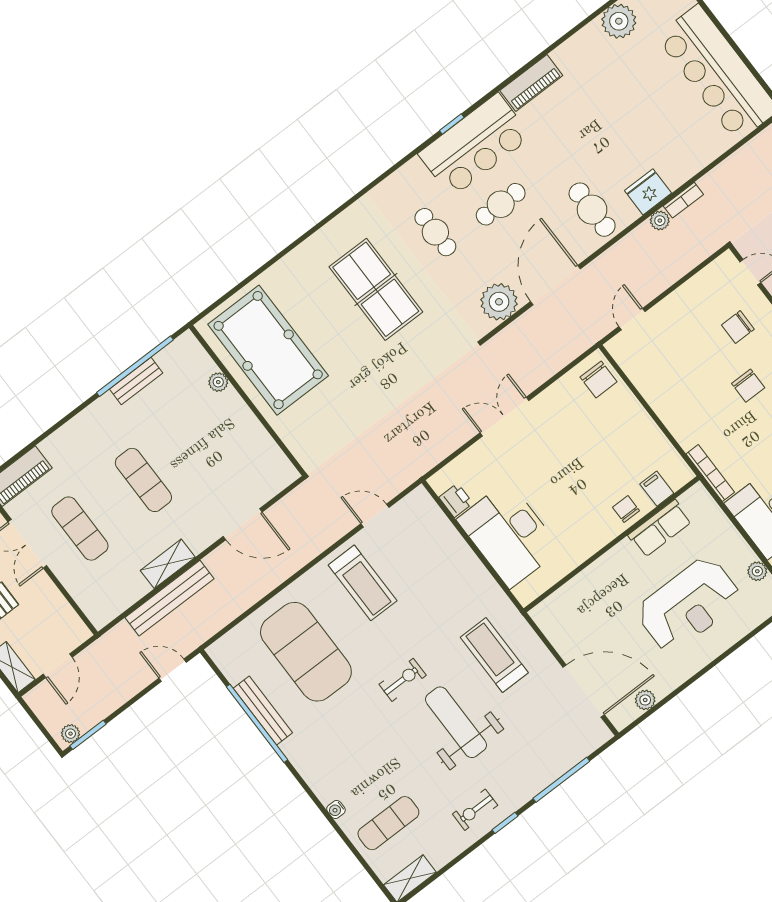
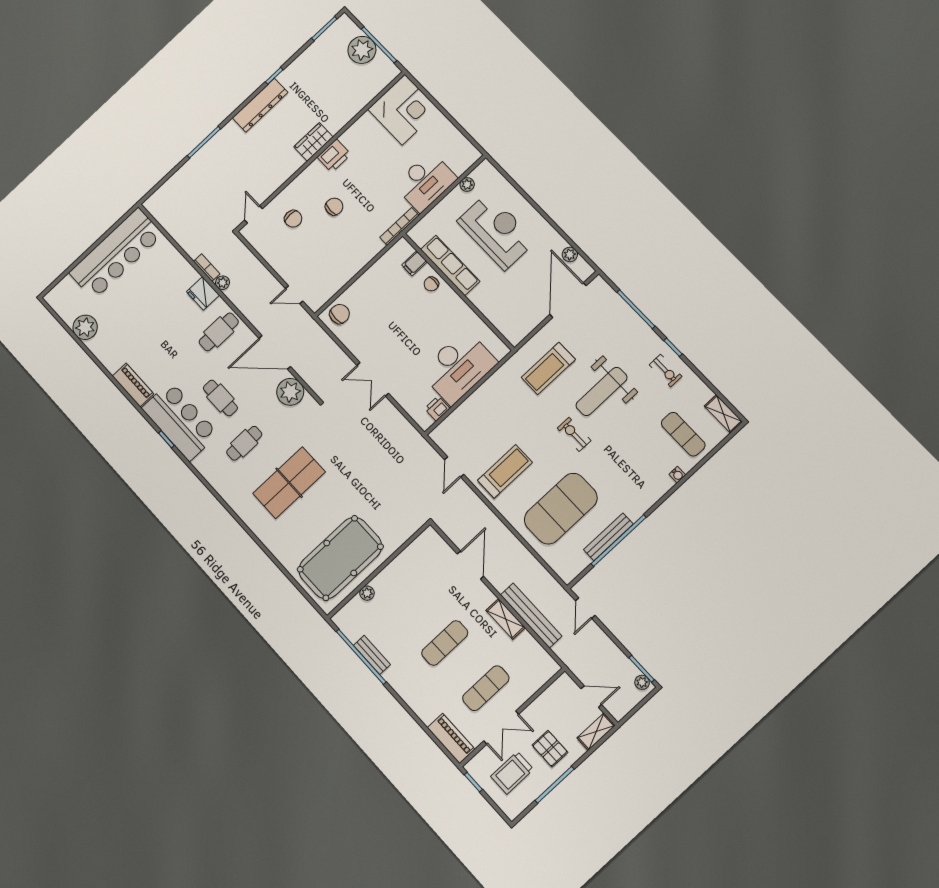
row of seats: (660, 528) -> (450, 265), width x1.48

